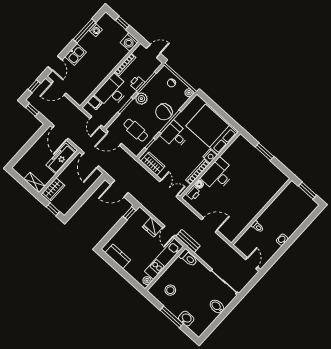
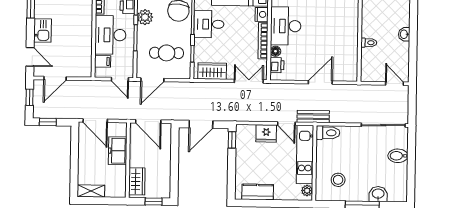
freezer: (61, 159) -> (118, 151), width x0.71
shelving: (34, 183) -> (91, 191), moved

